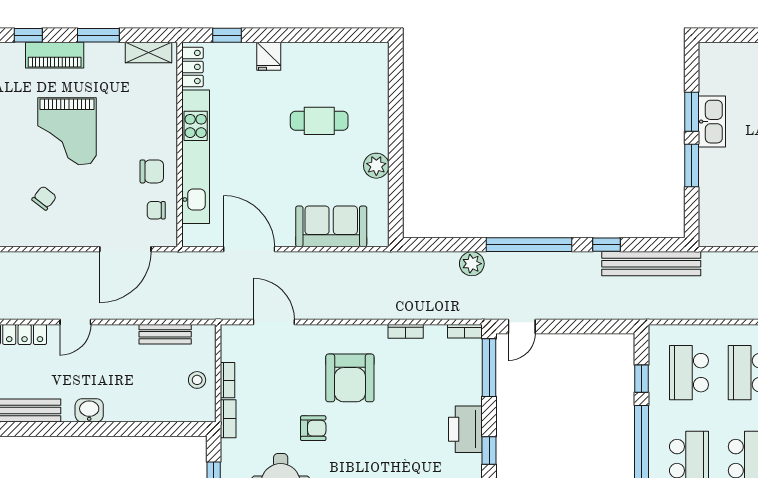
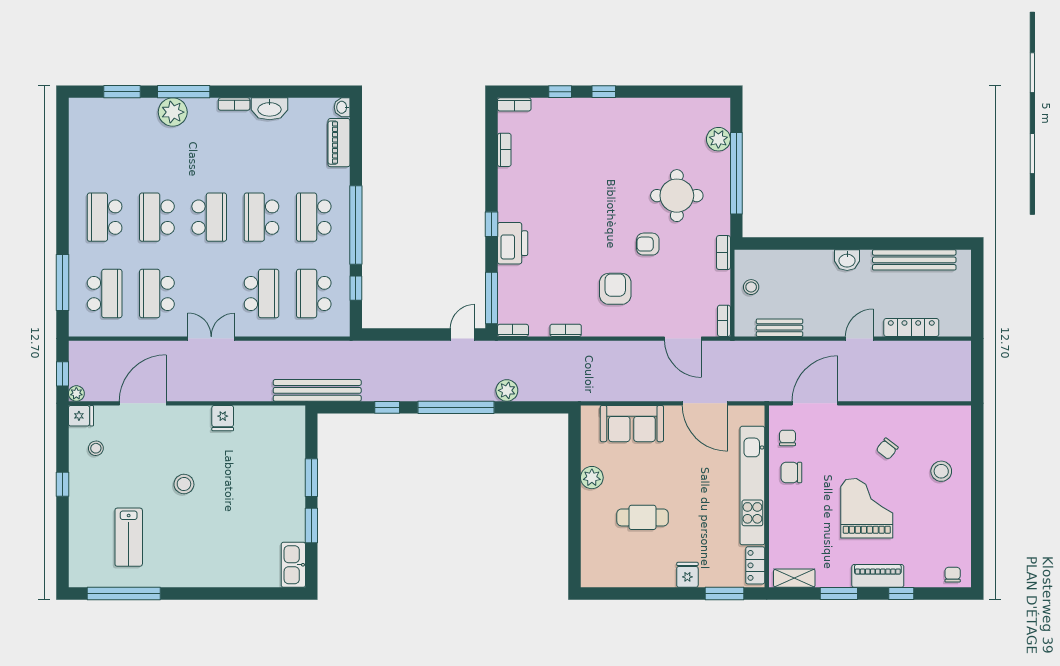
window: (227, 35) -> (724, 594), width x1.50
kitchen sink: (712, 122) -> (293, 565), moved
chair: (156, 210) -> (787, 438), turned -90
bench: (651, 264) -> (317, 390), moved
school desk: (689, 373) -> (314, 293), turned 180
armchair: (350, 378) -> (615, 289), width x0.73, depth x0.73
bookcase: (228, 380) -> (724, 321), moved

